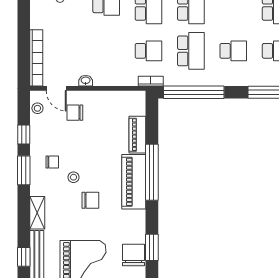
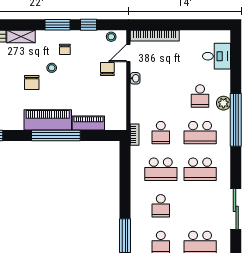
window: (194, 92) -> (125, 172), removed

